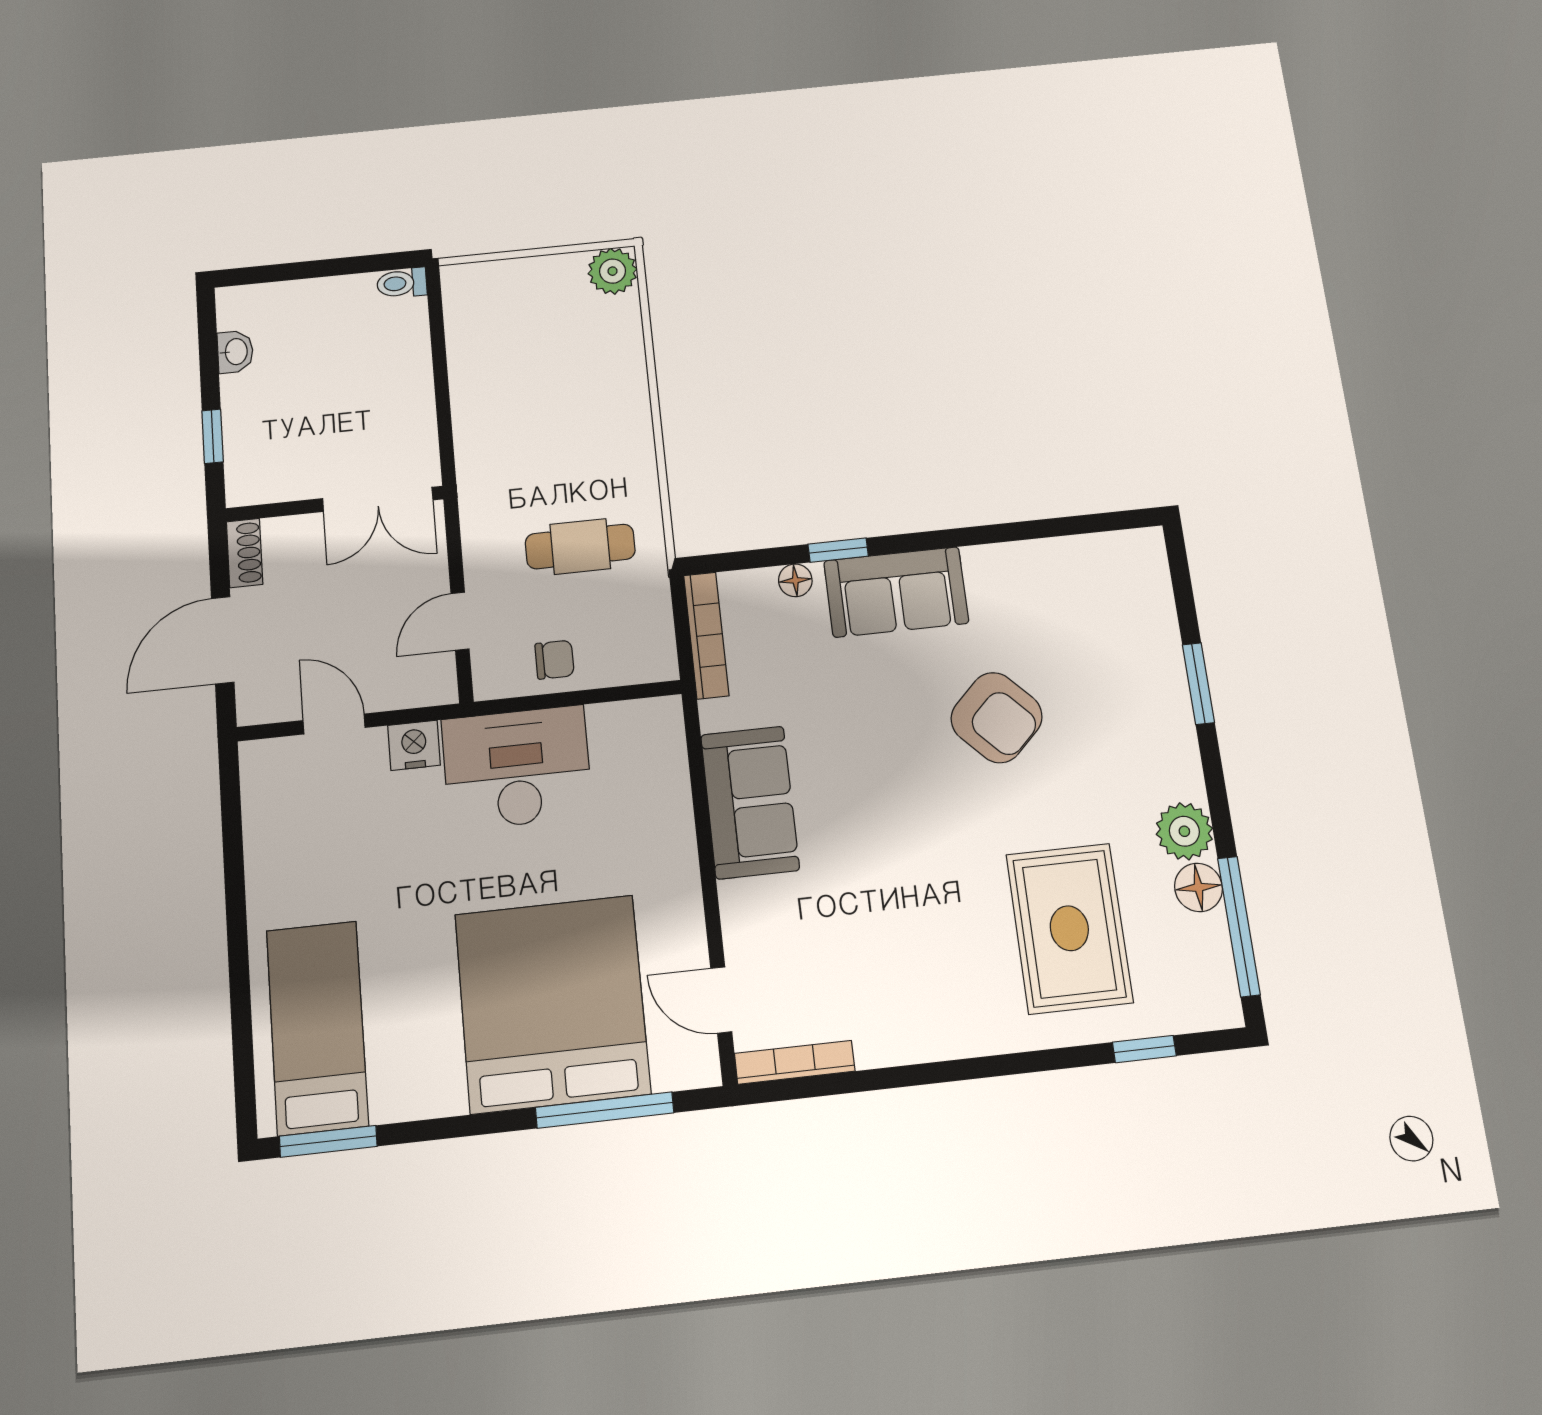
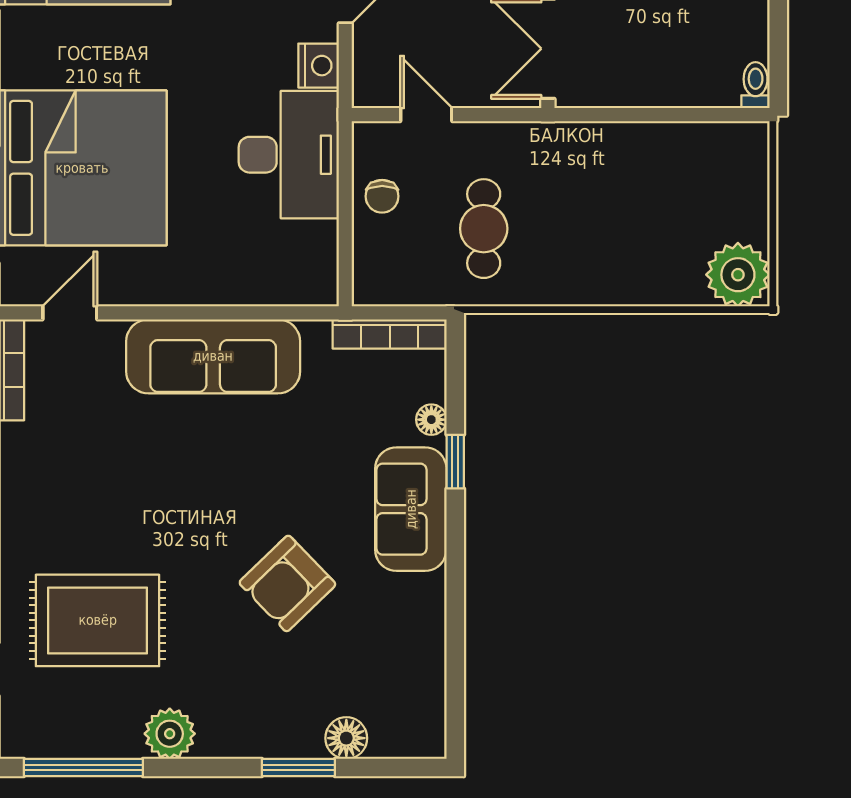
plant: (613, 271) -> (738, 275), width x1.36, depth x1.36
sofa: (750, 802) -> (213, 356), width x1.36
floor lamp: (1198, 887) -> (346, 738), moved

